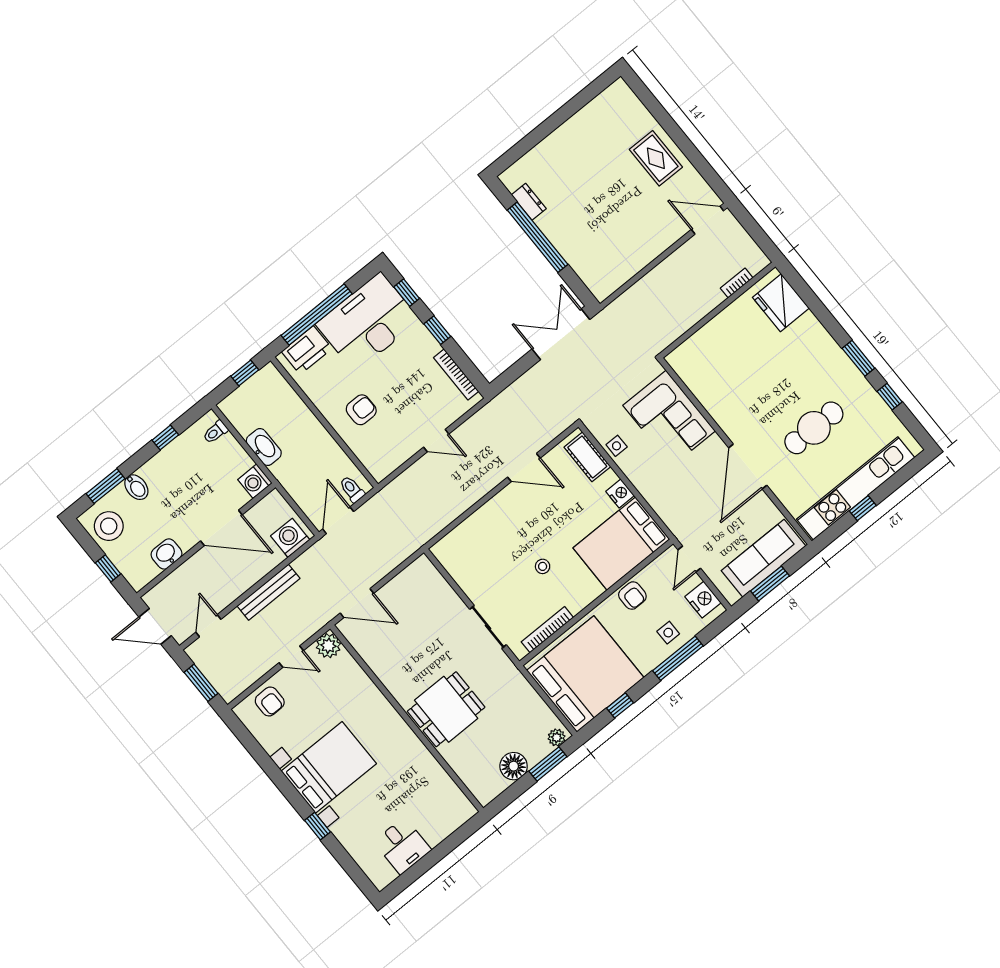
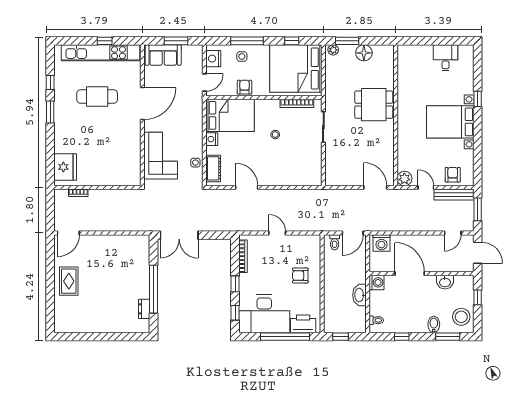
door: (707, 220) -> (68, 233), hinge flipped
sofa: (764, 558) -> (163, 55), width x0.73
bench: (268, 592) -> (454, 195), moved

